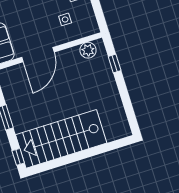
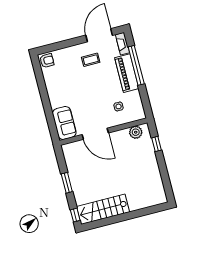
door: (38, 55) -> (95, 134), hinge flipped
stairs: (61, 139) -> (103, 209), width x0.73, depth x0.66

